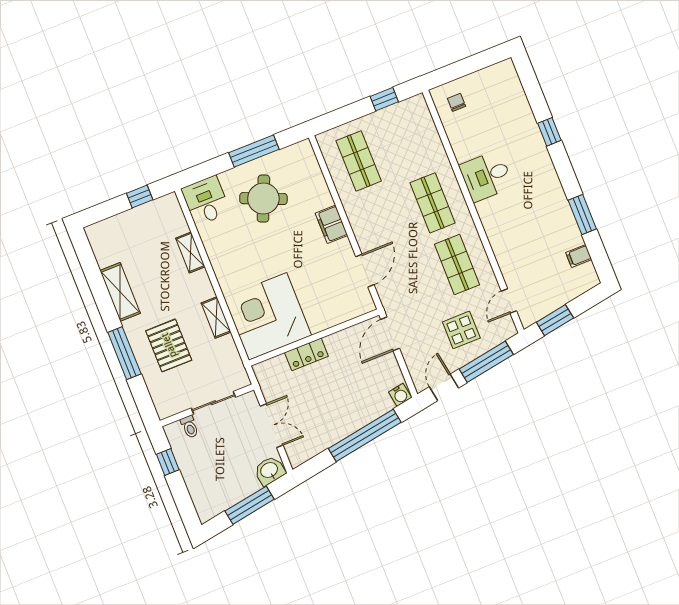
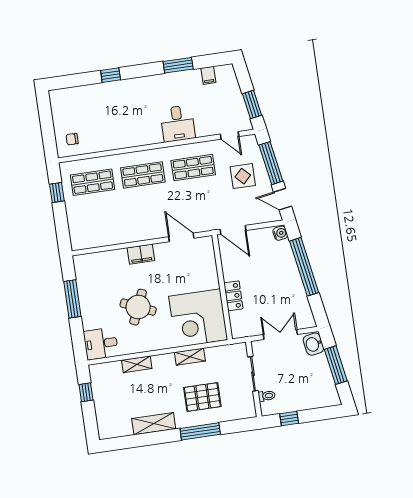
shop shelf: (359, 161) -> (93, 182), moved
desk: (486, 176) -> (178, 123), moved
round table: (263, 199) -> (138, 307), moved

